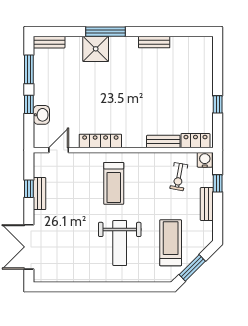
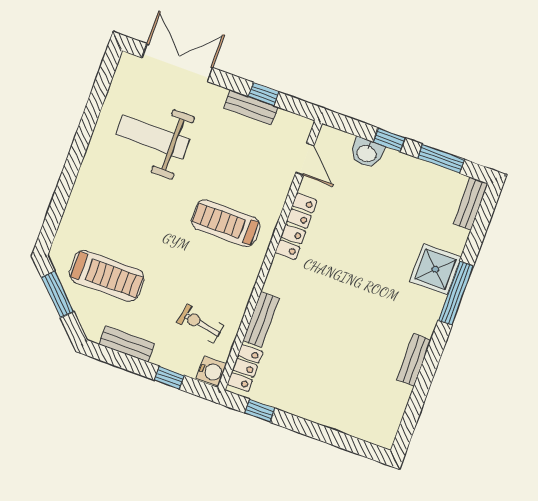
window: (218, 104) -> (260, 411), moved
bench: (207, 204) -> (127, 344), moved
weight bench: (120, 243) -> (153, 137), moved

